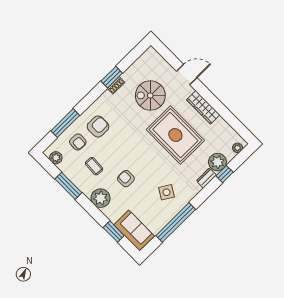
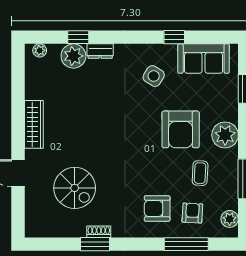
rug: (175, 135) -> (89, 124), removed
armchair: (126, 179) -> (181, 129), width x1.88, depth x1.88
window: (176, 222) -> (174, 37), width x0.32
sofa: (134, 230) -> (204, 59), moved, turned -90

